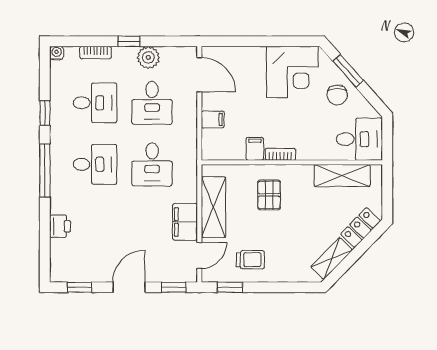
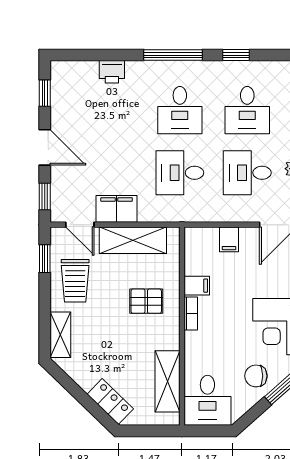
shelving: (332, 259) -> (60, 335), moved, turned 46
trolley: (250, 260) -> (75, 281), width x1.36, depth x1.39

